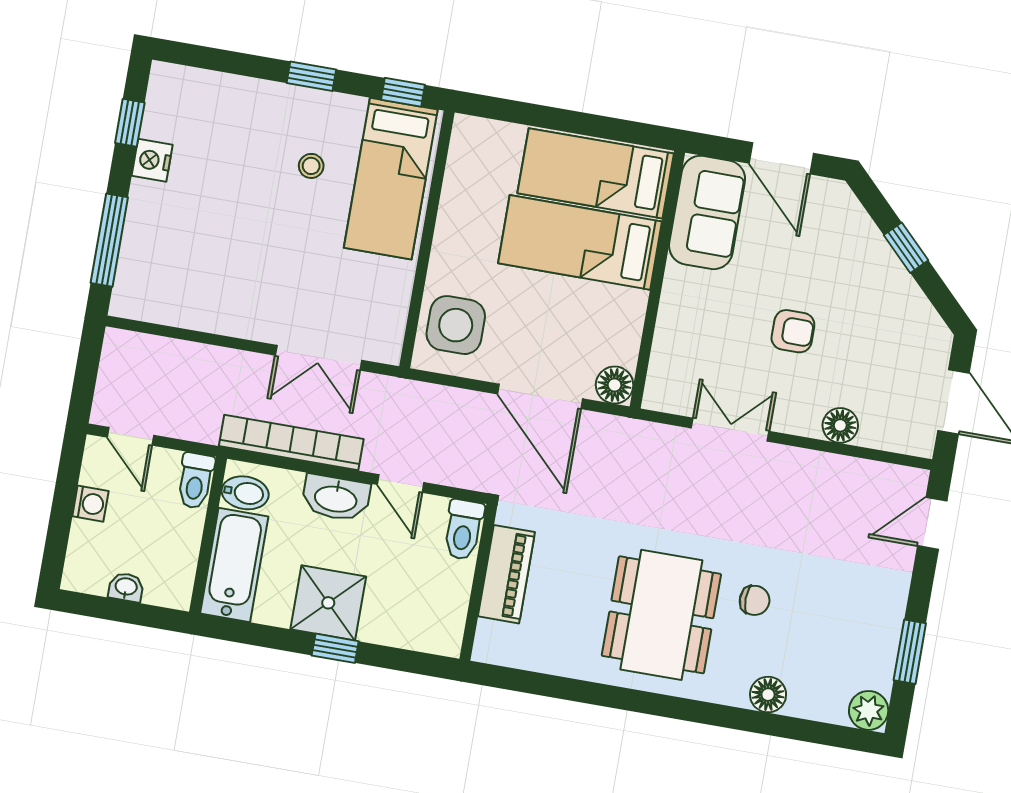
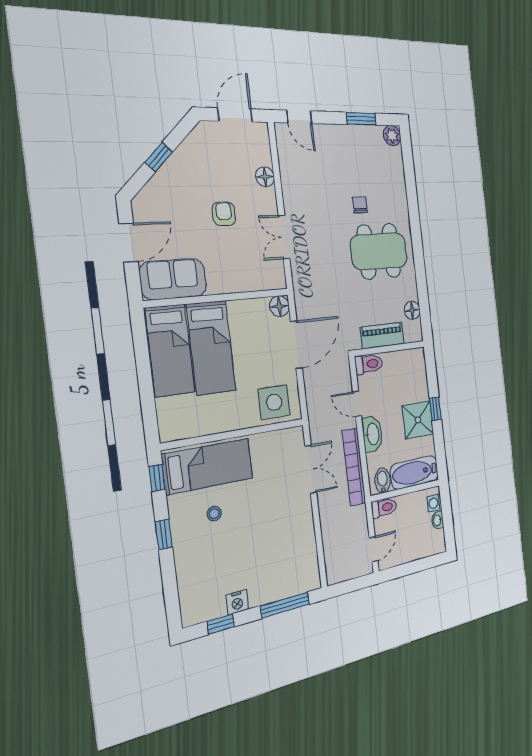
door: (400, 483) -> (357, 404), swing flipped
washing machine: (90, 504) -> (434, 503), moved, turned -90
floor lamp: (768, 695) -> (412, 310), moved

